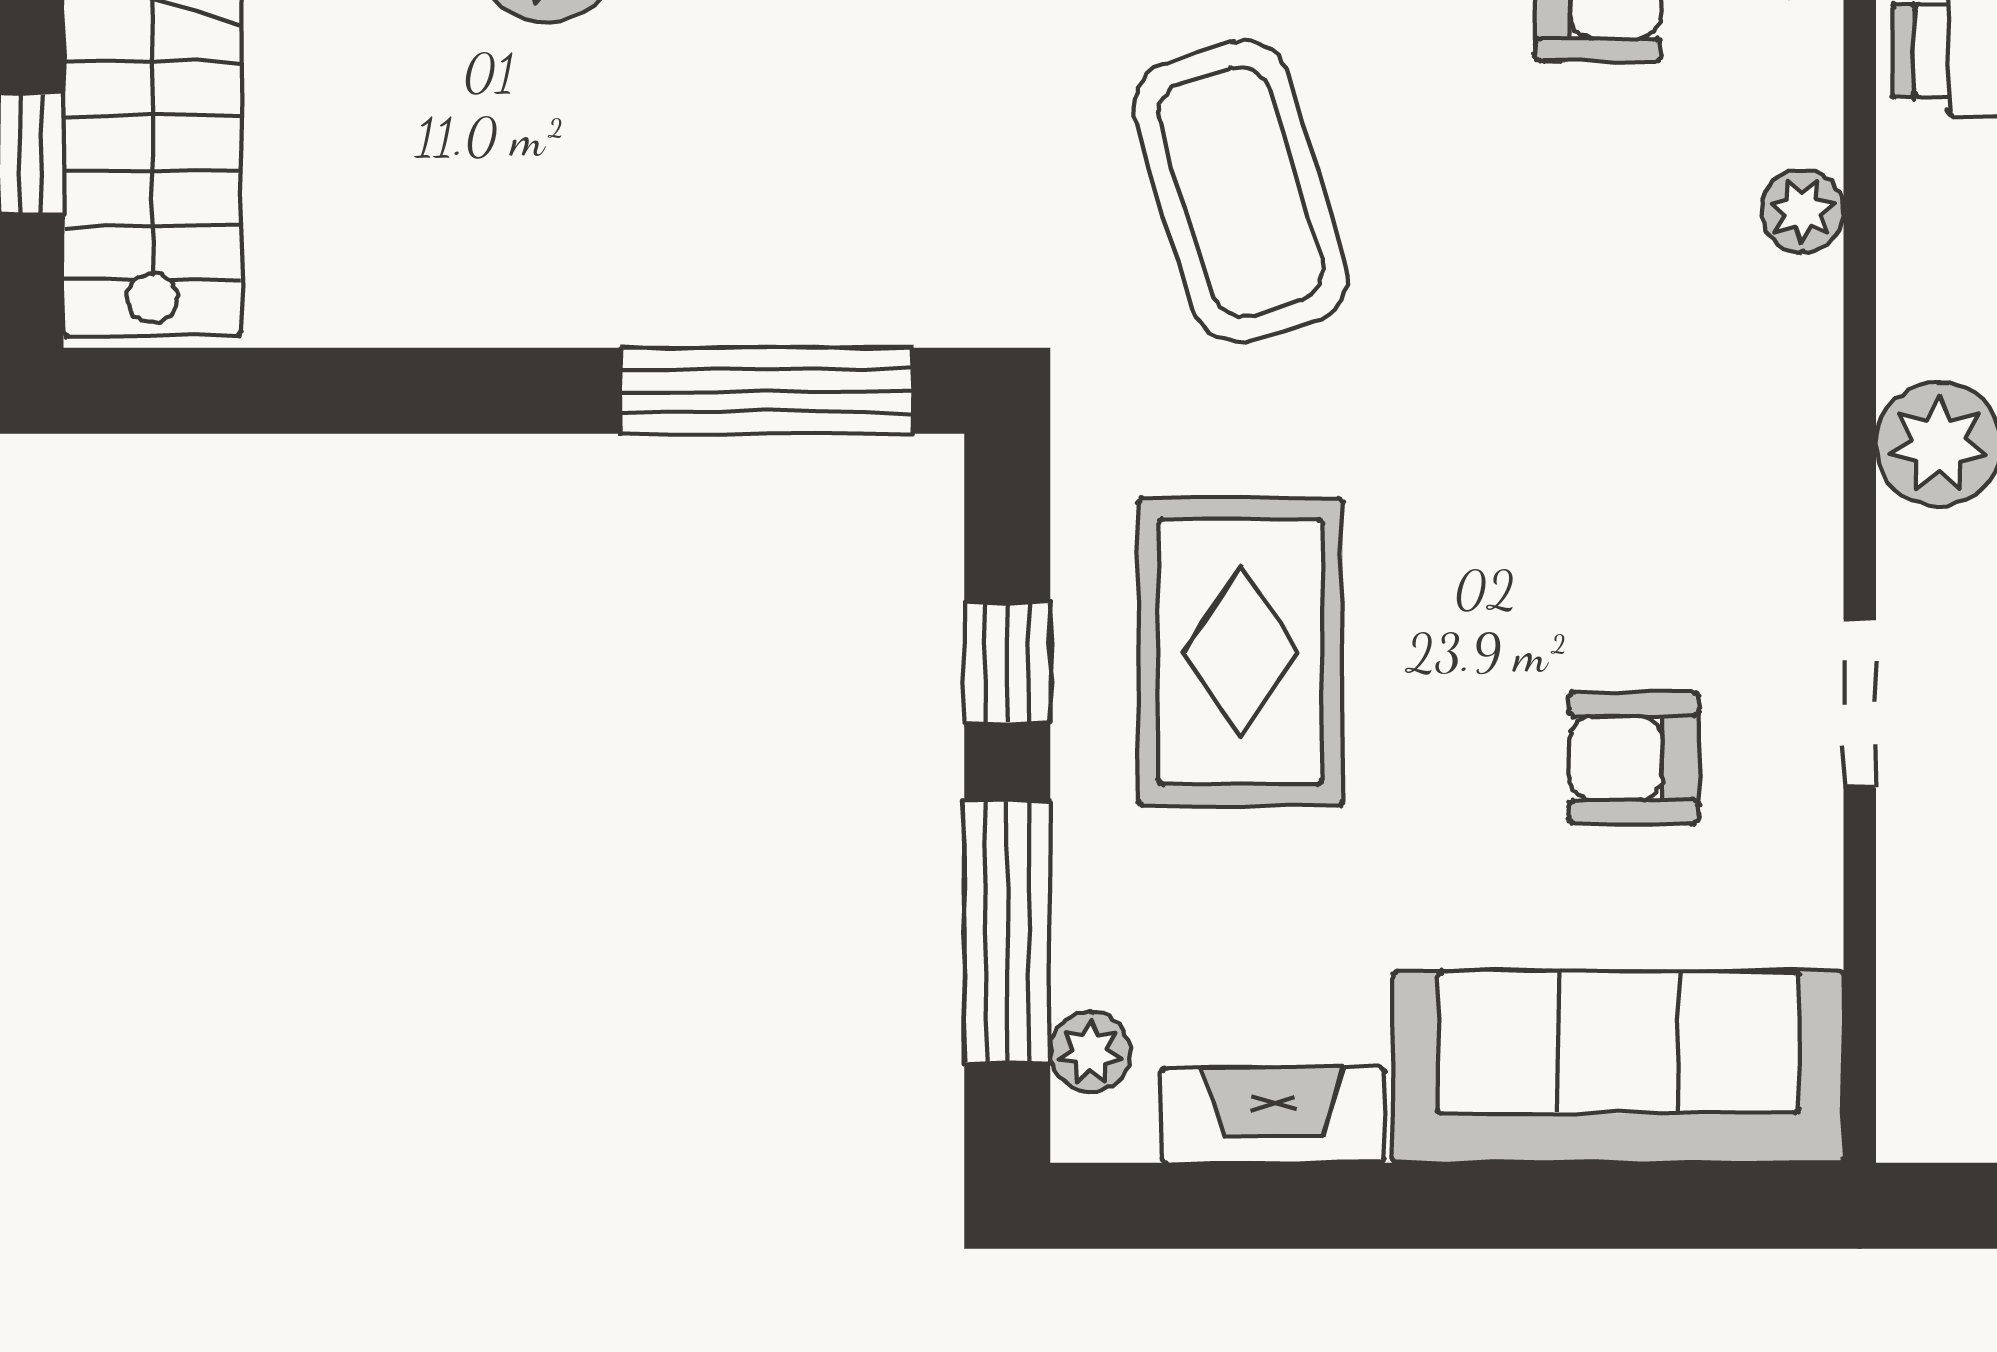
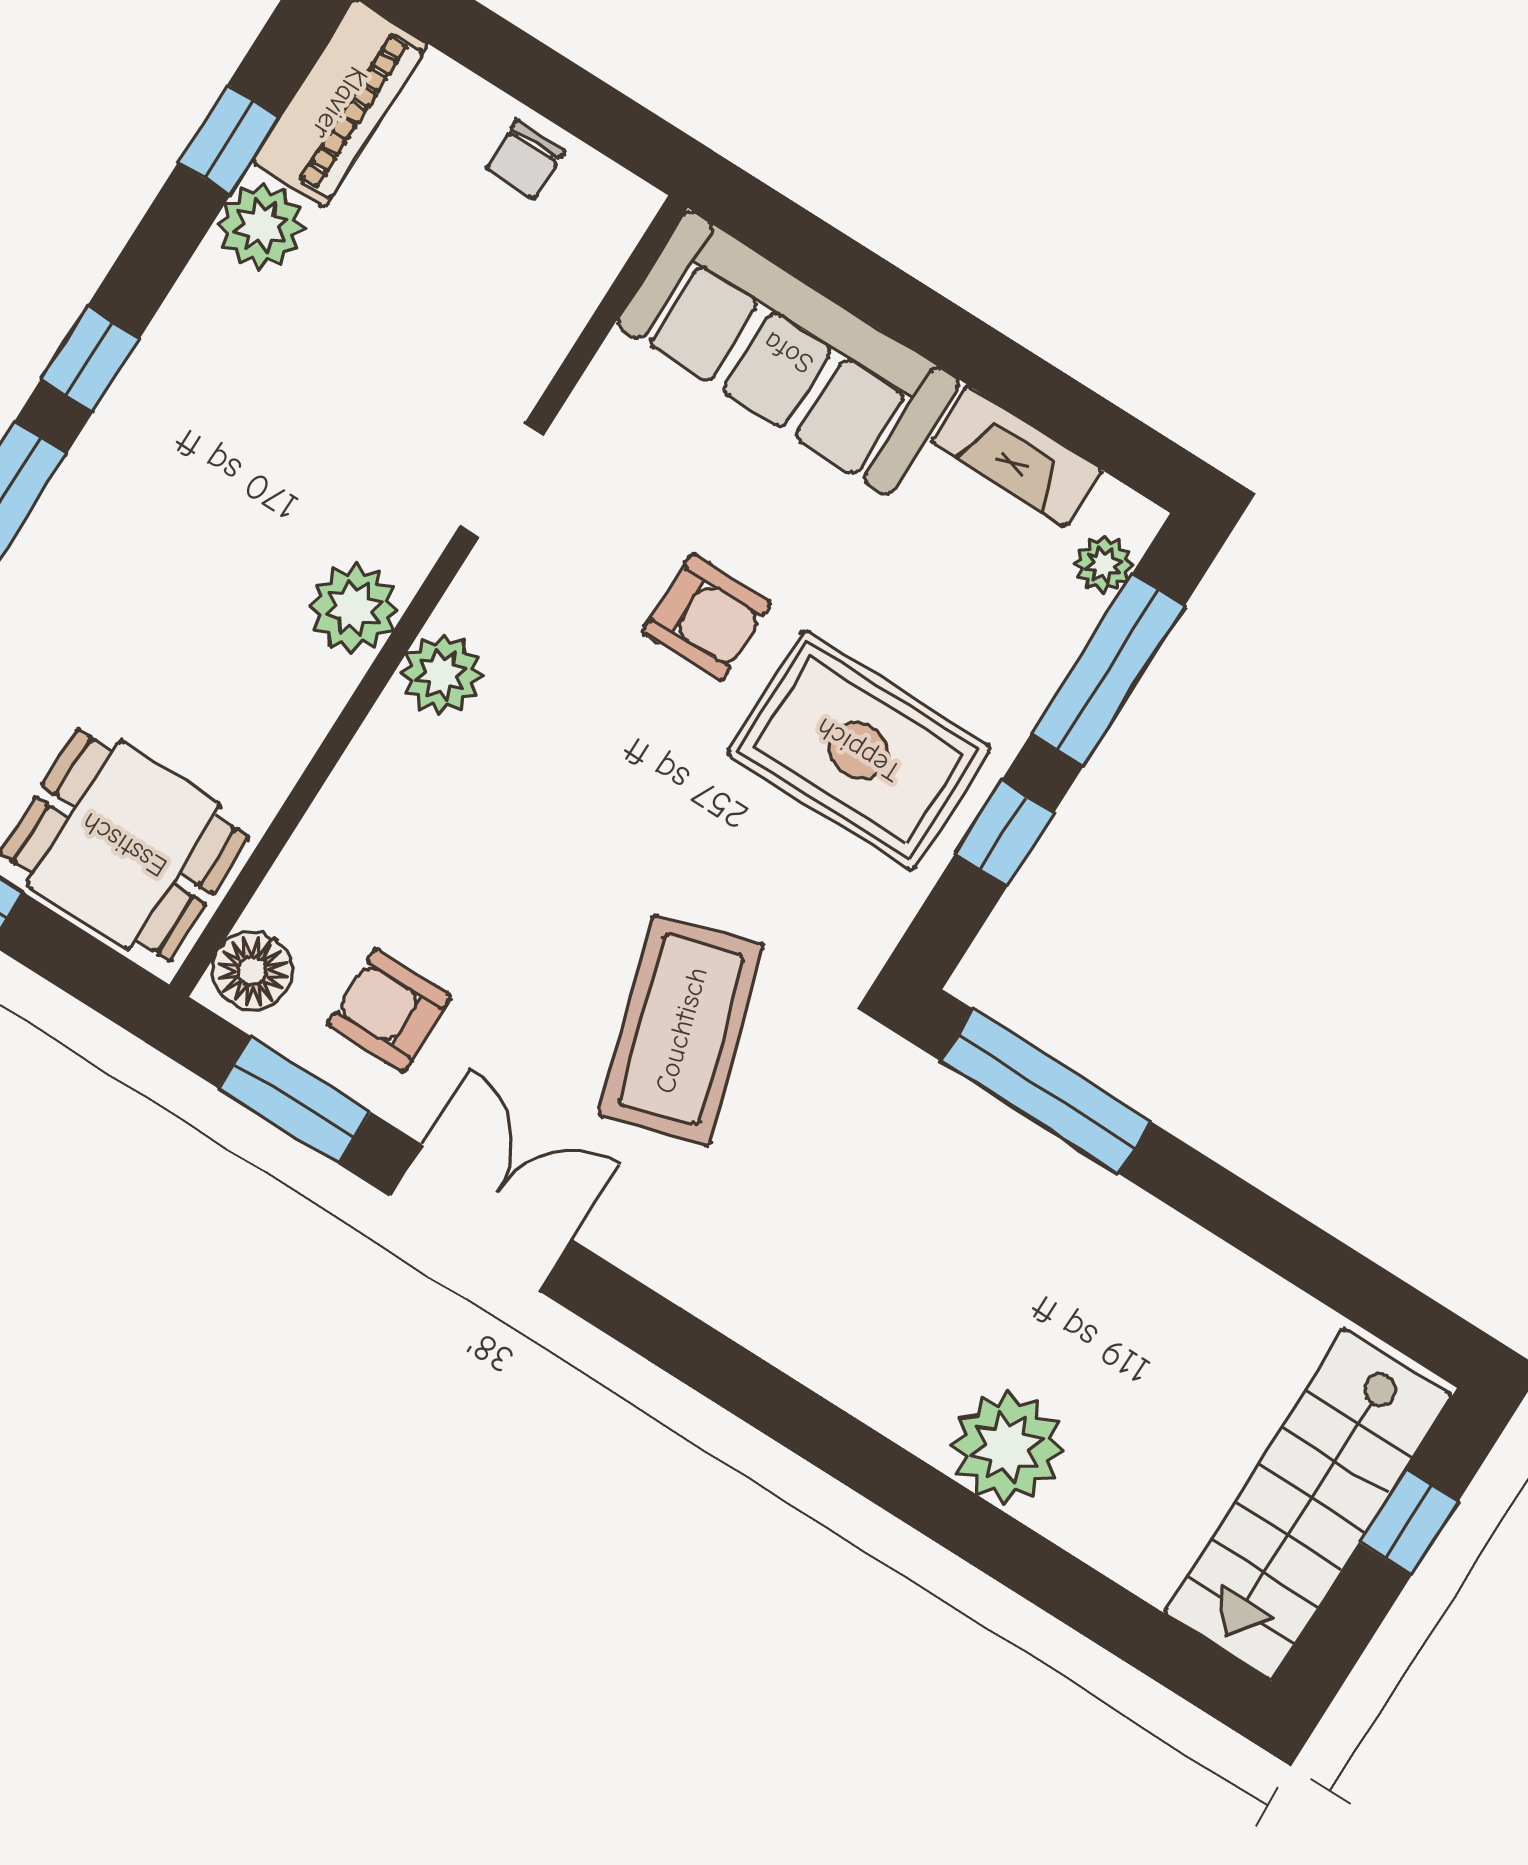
plant: (1802, 211) -> (441, 674), moved, width x1.38, depth x1.38
rug: (1240, 652) -> (858, 750), turned 90
armchair: (1634, 758) -> (707, 617), moved

